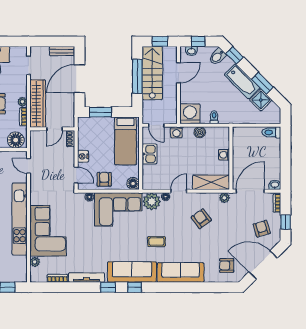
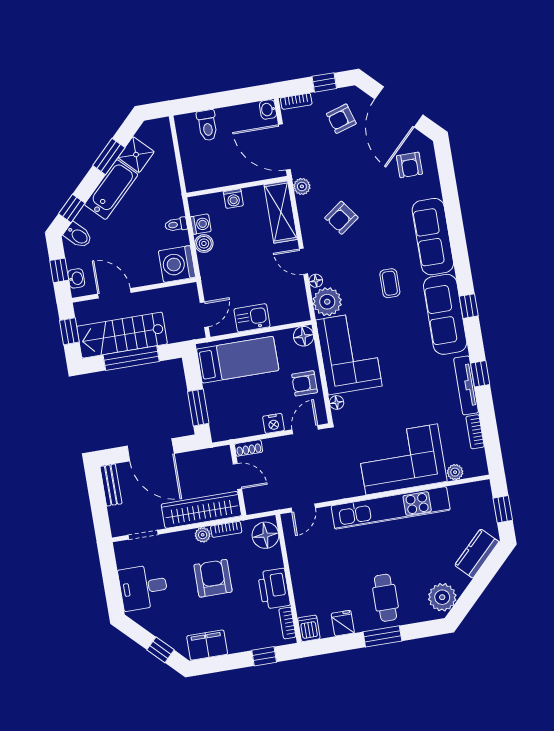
washing machine: (176, 132) -> (201, 224), moved
toilet: (271, 132) -> (207, 125), moved
window: (108, 287) -> (480, 374), moved

